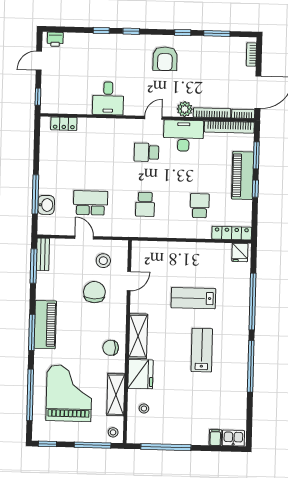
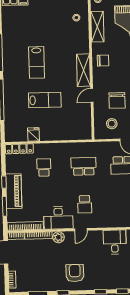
school desk: (146, 152) -> (85, 204), turned 90
school desk: (145, 204) -> (84, 166), width x1.85
school desk: (200, 206) -> (44, 167), turned 180
fridge: (240, 252) -> (34, 134), moved
door: (129, 281) -> (92, 95), moved
fridge: (140, 374) -> (80, 43), removed

